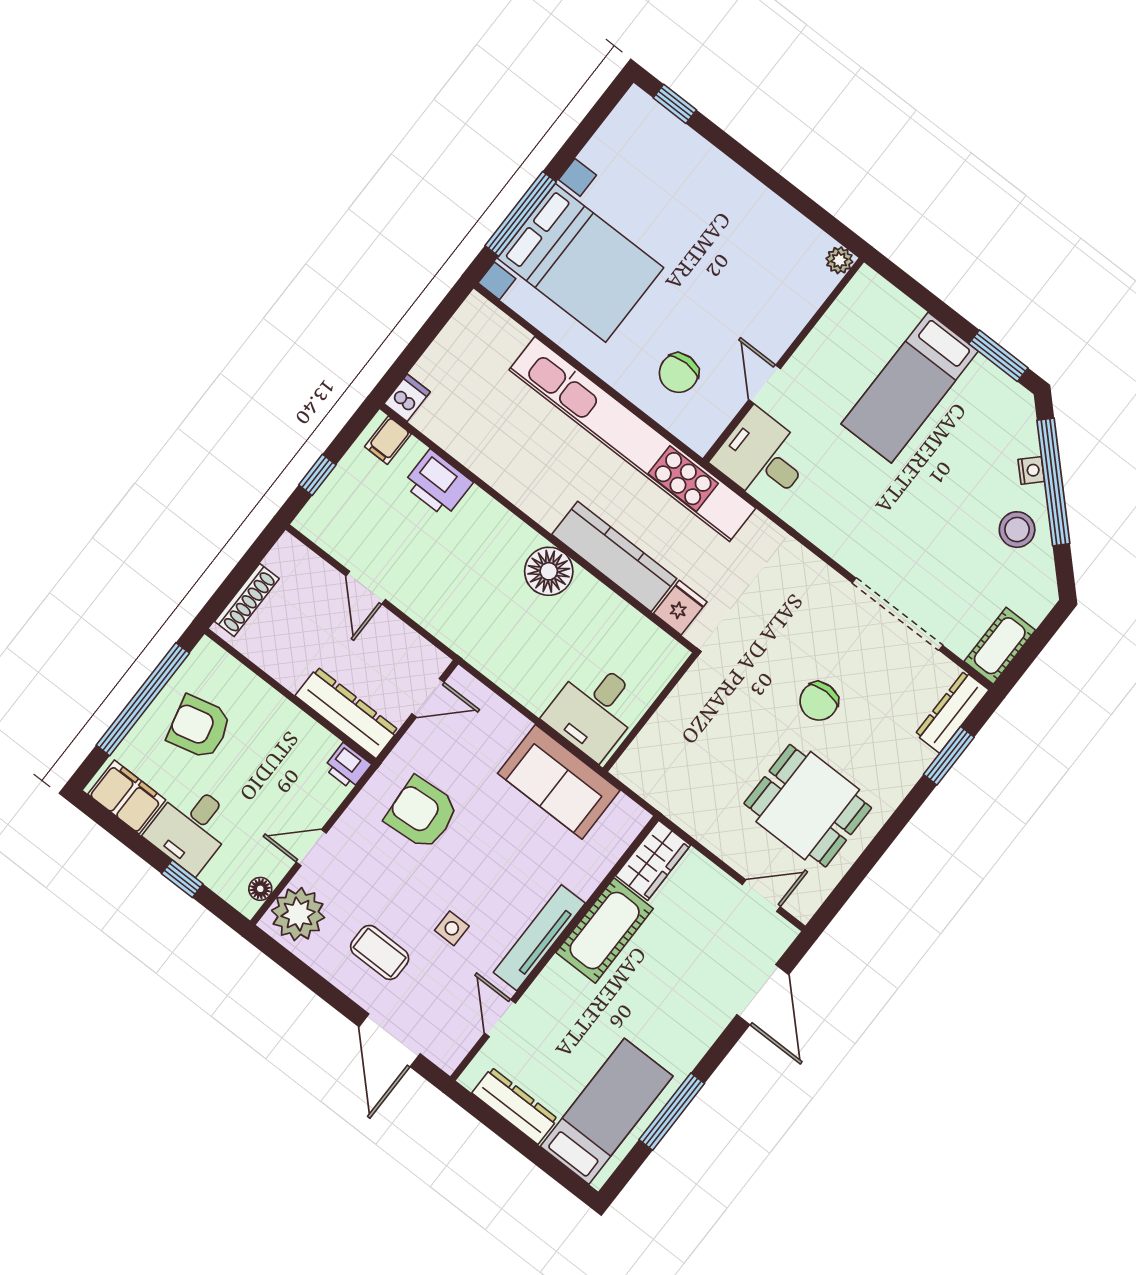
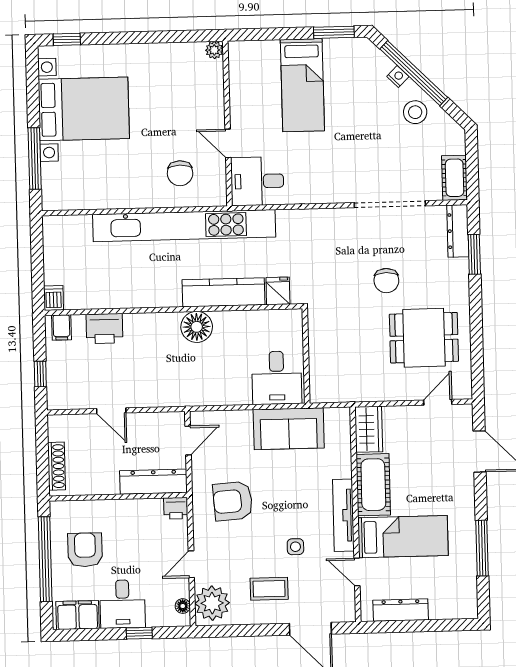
bed with nightstands: (580, 263) -> (84, 109), moved
armchair: (199, 727) -> (85, 550), turned 104
bed: (607, 1111) -> (403, 537), moved, turned 90

